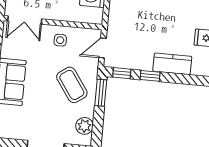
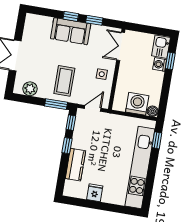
door: (103, 48) -> (93, 108), hinge flipped
coffee table: (72, 85) -> (64, 81), turned -55

